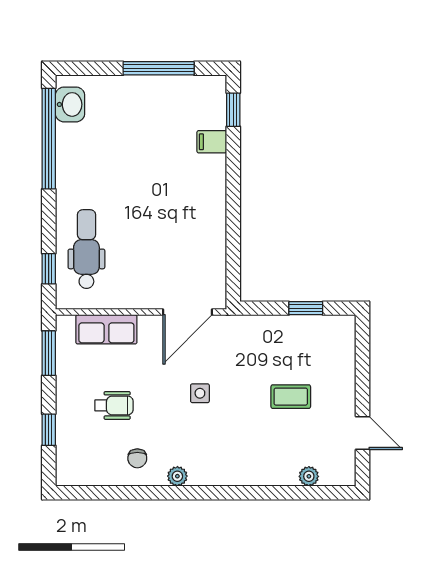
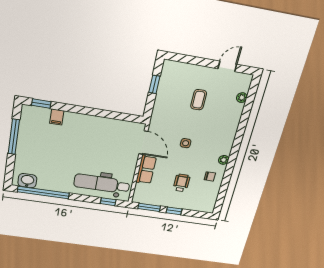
dental chair: (86, 249) -> (102, 184), width x1.36, depth x1.38
row of seats: (106, 329) -> (146, 170), moved
window: (49, 430) -> (174, 211), moved

